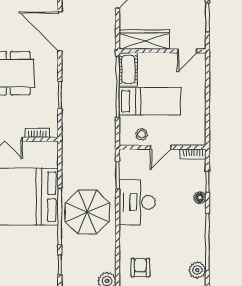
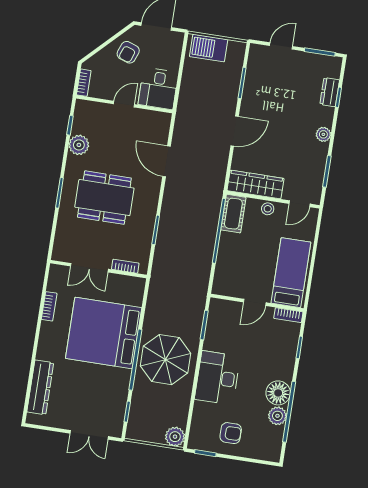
door: (60, 31) -> (166, 161), width x0.73
bed: (150, 101) -> (291, 273), moved, turned -90
stool: (142, 134) -> (268, 209), moved
floor lamp: (200, 198) -> (278, 393), moved, width x1.89, depth x1.89
desk: (137, 202) -> (217, 378), moved
armchair: (140, 268) -> (231, 433), moved, turned 90
plant: (197, 270) -> (277, 416), moved

